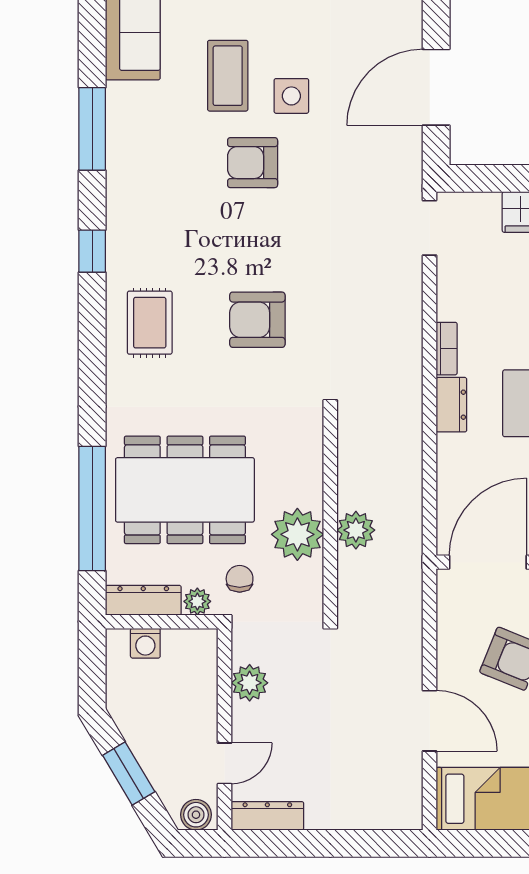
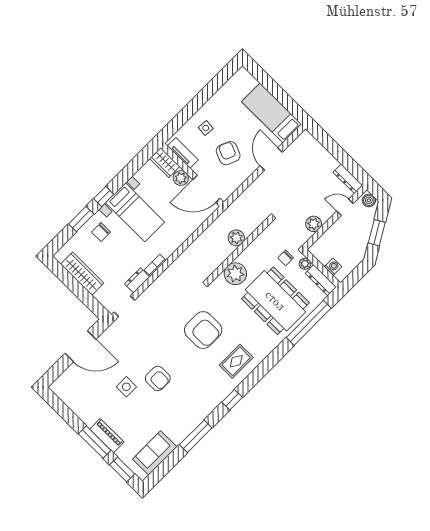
coffee table: (228, 76) -> (139, 412), removed
armchair: (257, 320) -> (203, 330), width x1.36, depth x1.36
dresser: (451, 405) -> (137, 280), moved
plant: (297, 534) -> (235, 274), moved

